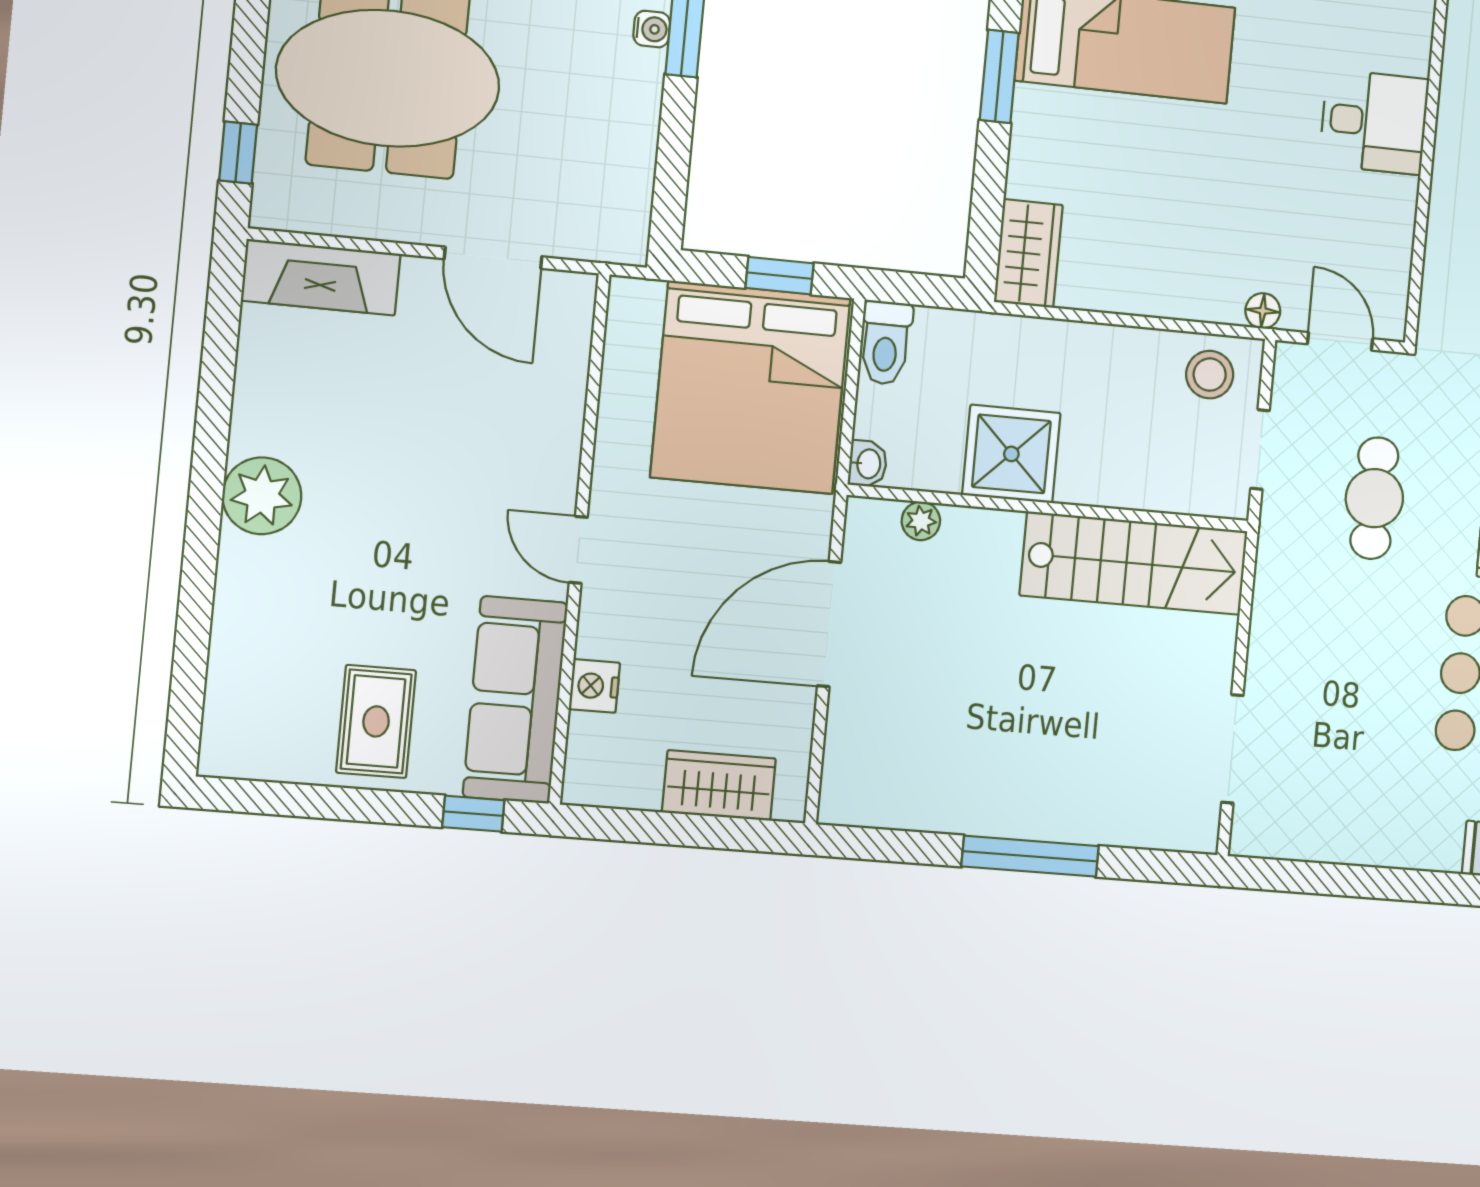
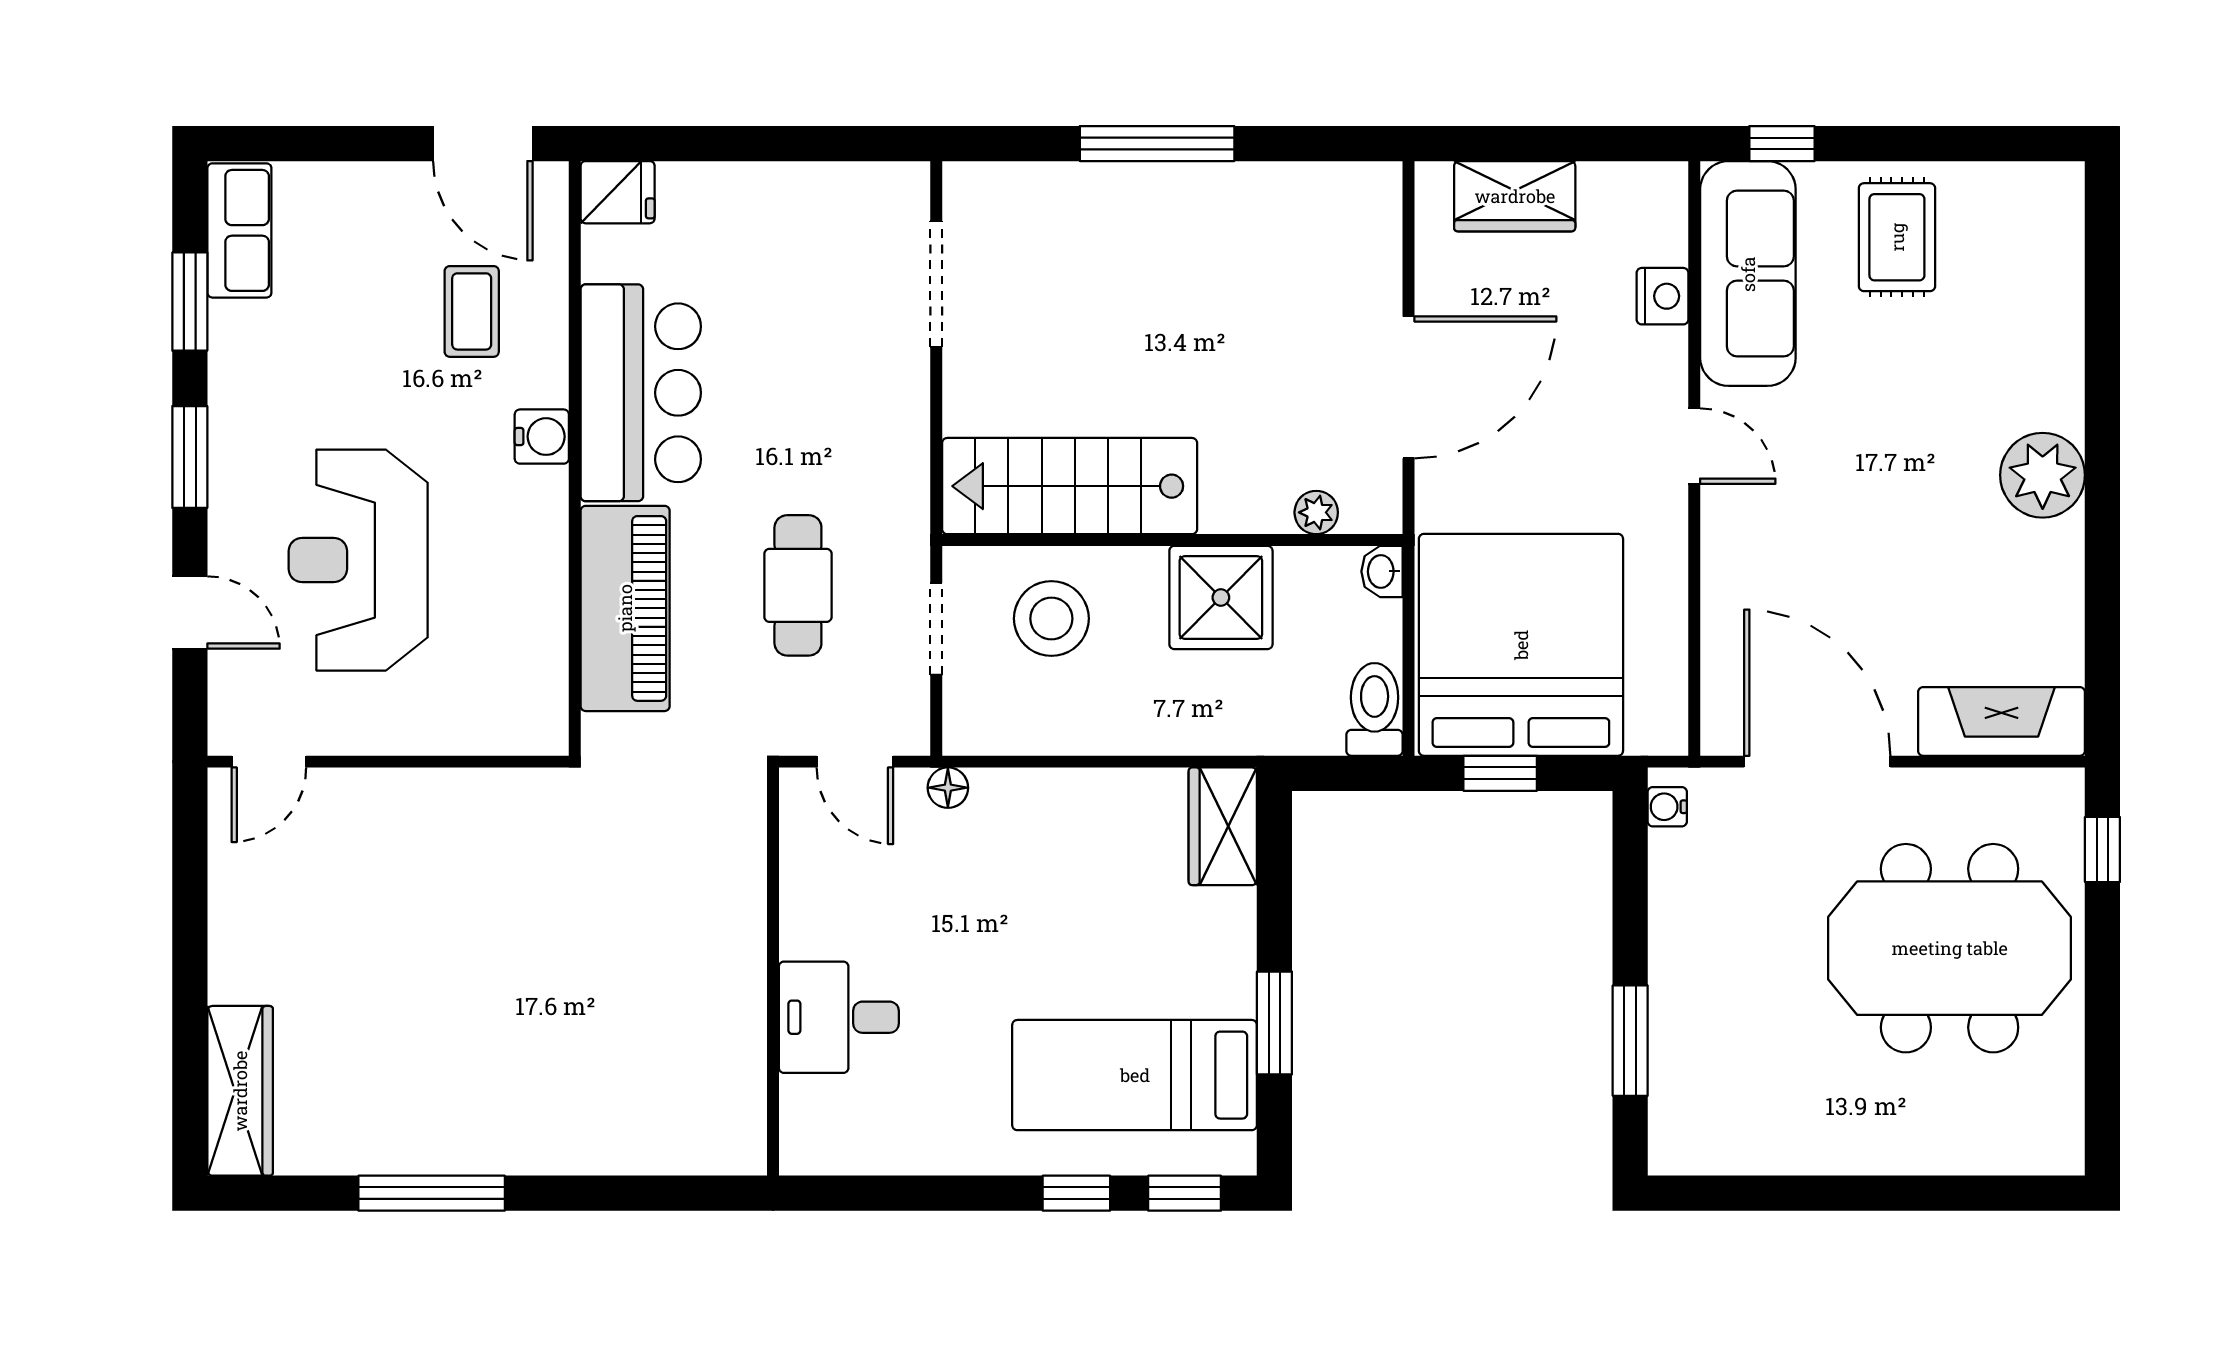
water cooler: (652, 29) -> (1667, 807), moved
door: (493, 258) -> (1817, 762), width x1.36
stool: (1210, 375) -> (1051, 619), moved, width x1.38, depth x1.38

